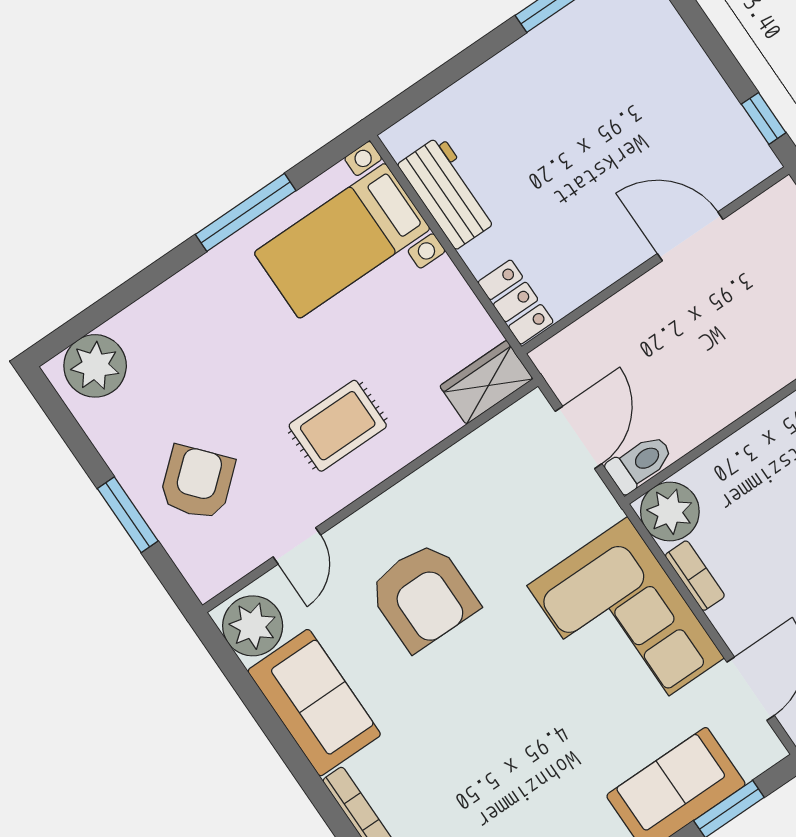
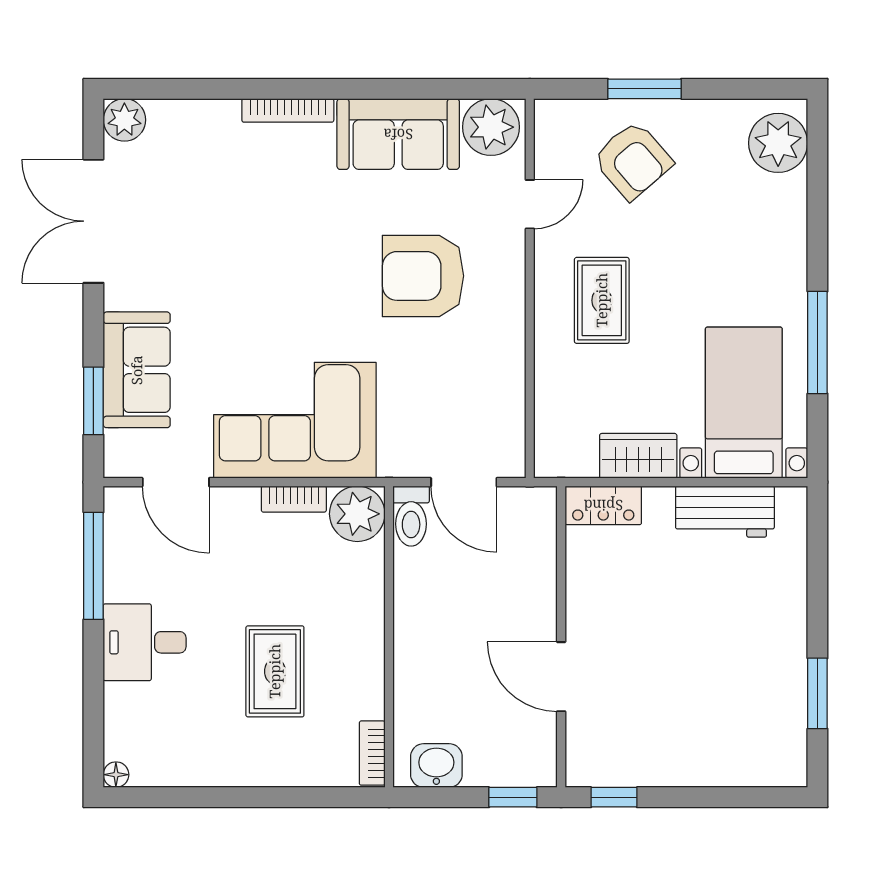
door: (690, 236) -> (561, 677), swing flipped
wardrobe: (486, 382) -> (638, 456), moved, turned -90
door: (297, 546) -> (530, 204), swing flipped

